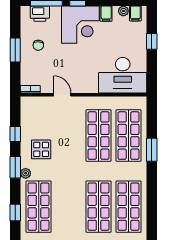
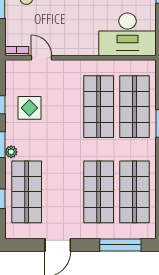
door: (62, 95) -> (42, 58), moved
display table: (41, 149) -> (29, 108), moved

